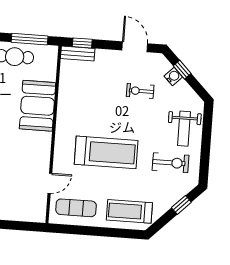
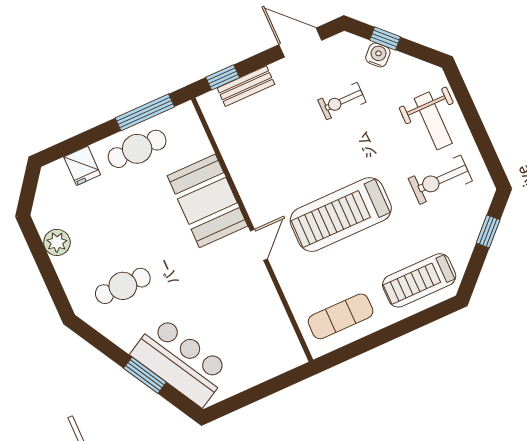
bench: (78, 54) -> (246, 86), moved
treadmill: (106, 152) -> (341, 215), turned 180
exercise bike: (171, 163) -> (440, 180), turned 180
door: (50, 183) -> (259, 245), moved

